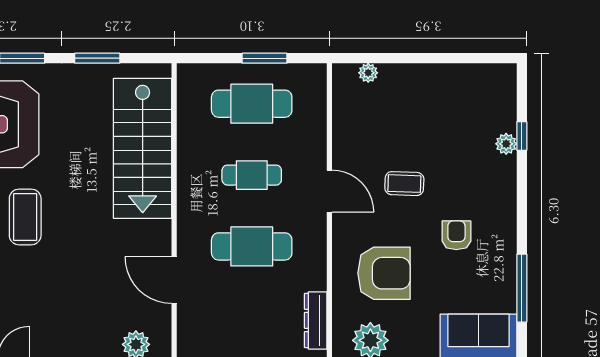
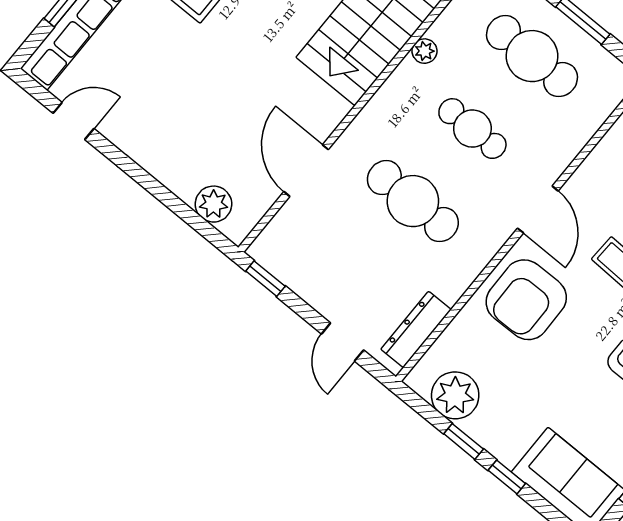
plant: (186, 153) -> (424, 51), added
armchair: (384, 273) -> (526, 300), moved, turned 89

